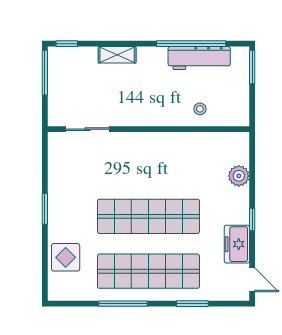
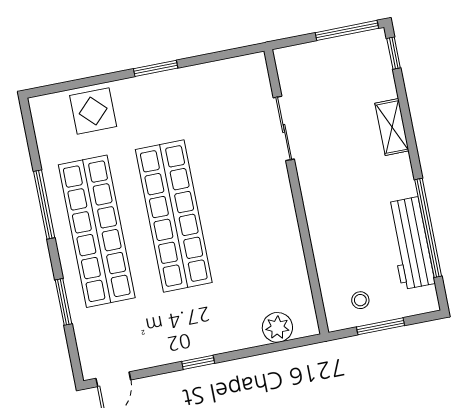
window: (252, 67) -> (381, 326), moved
stool: (200, 109) -> (360, 300), moved
sliding door: (88, 129) -> (284, 128), moved
plant: (239, 176) -> (277, 327), moved
freezer: (237, 244) -> (159, 348), removed

